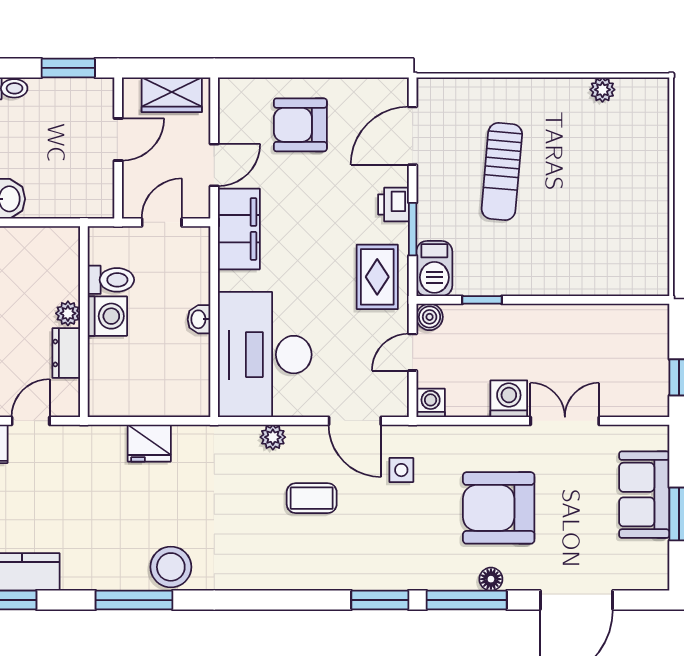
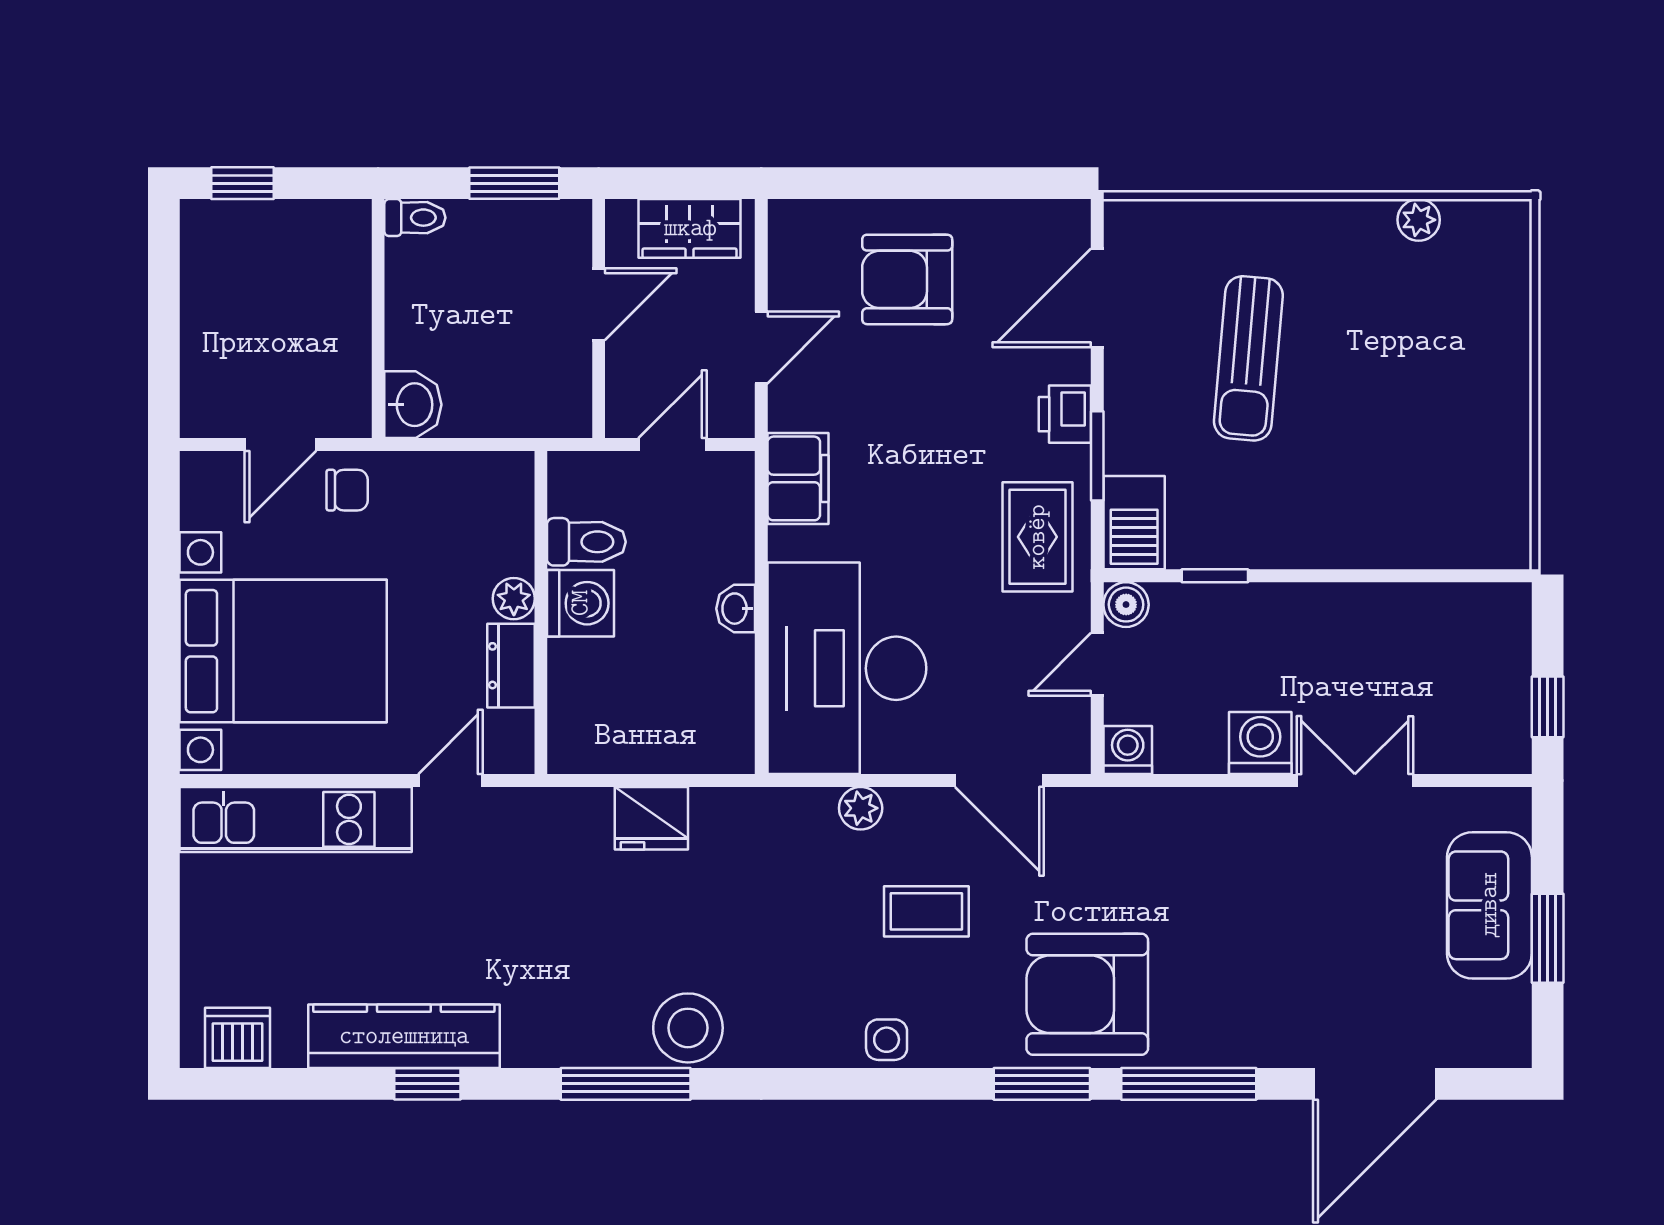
filing cabinet: (239, 229) -> (798, 478), width x0.67, depth x0.86
side table: (401, 470) -> (887, 1040), moved
armchair: (499, 508) -> (1087, 994), moved
floor lamp: (491, 579) -> (1230, 1048), removed

